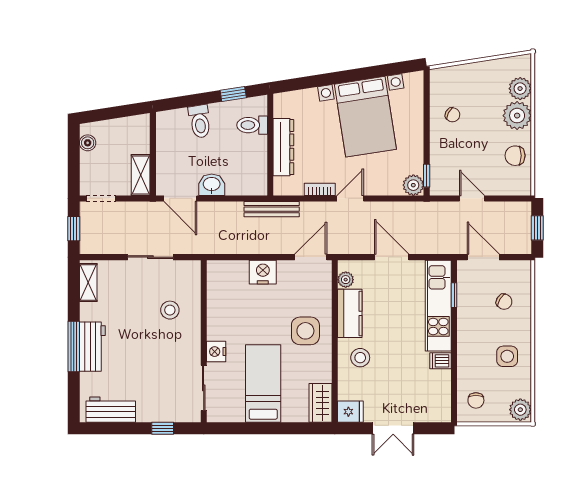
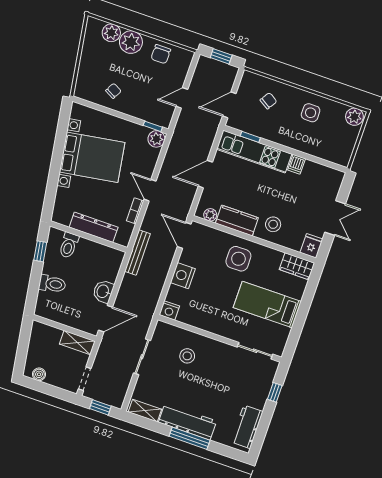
workbench: (92, 347) -> (187, 422), width x1.38
nightstand: (216, 352) -> (169, 310), moved
chair: (476, 400) -> (336, 148), removed

